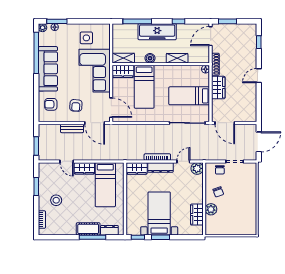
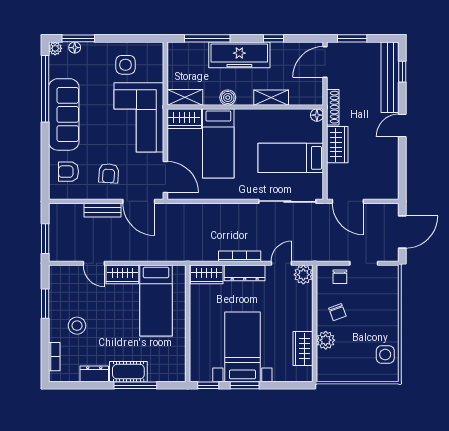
bench: (251, 46) -> (390, 77), added
side table: (248, 218) -> (385, 355), added
dresser: (109, 230) -> (94, 374), moved

